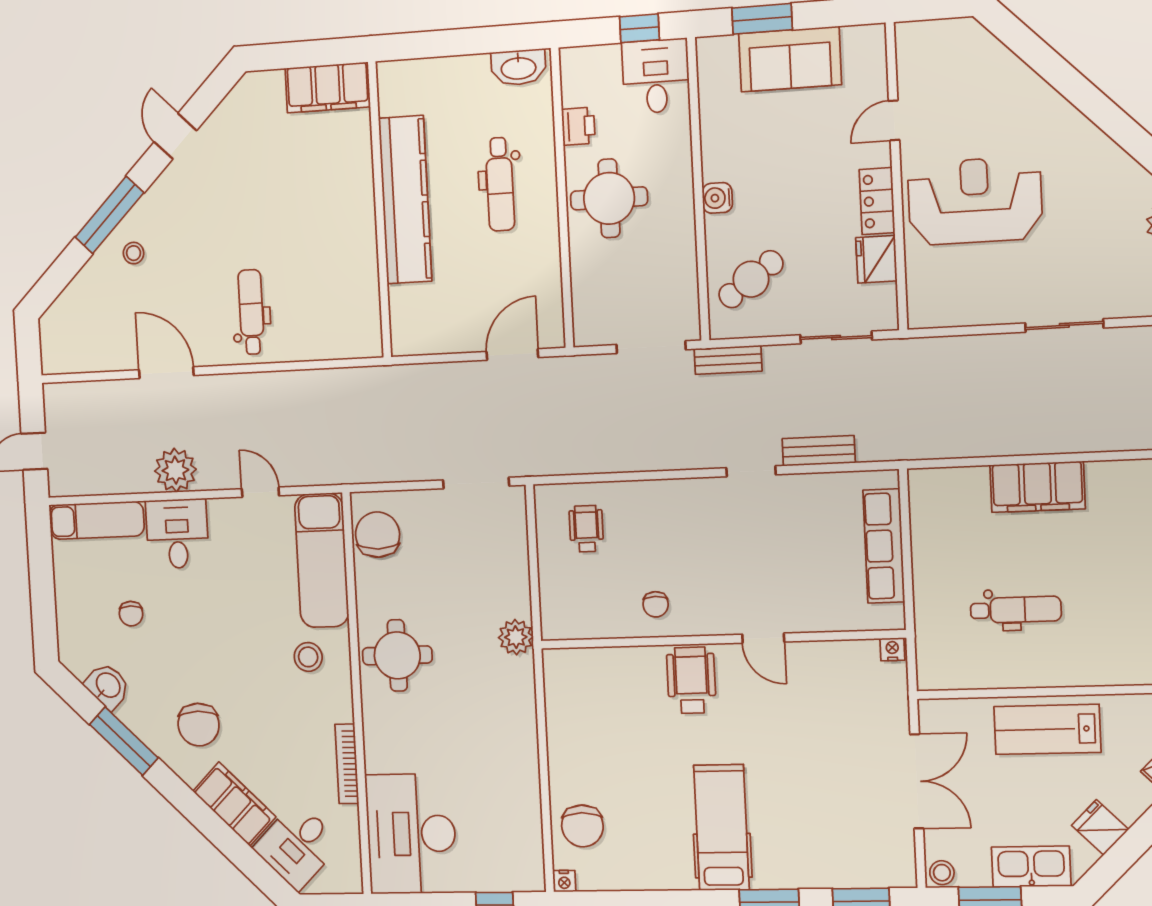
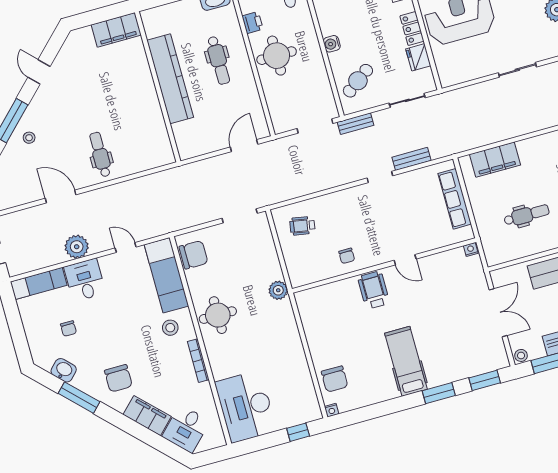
filing cabinet: (1037, 487) -> (495, 160), moved
wheelchair: (586, 529) -> (302, 226), turned -80
chair: (378, 535) -> (194, 255), turned 90
bookcase: (347, 764) -> (198, 361), moved

